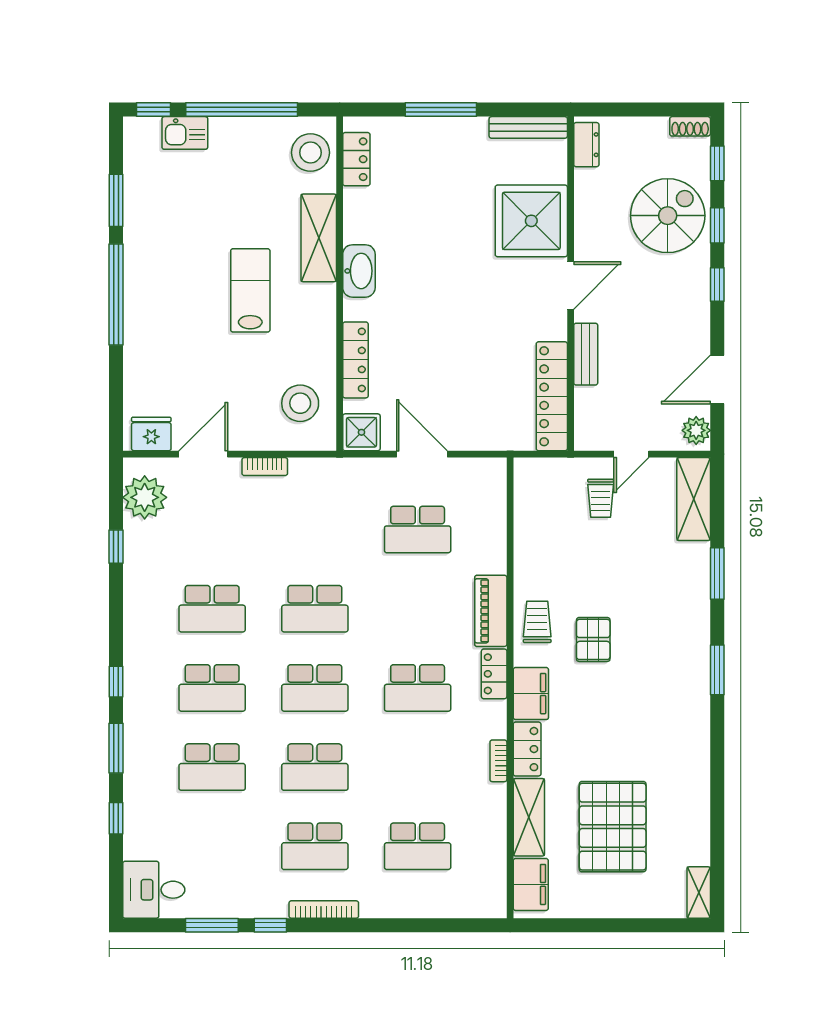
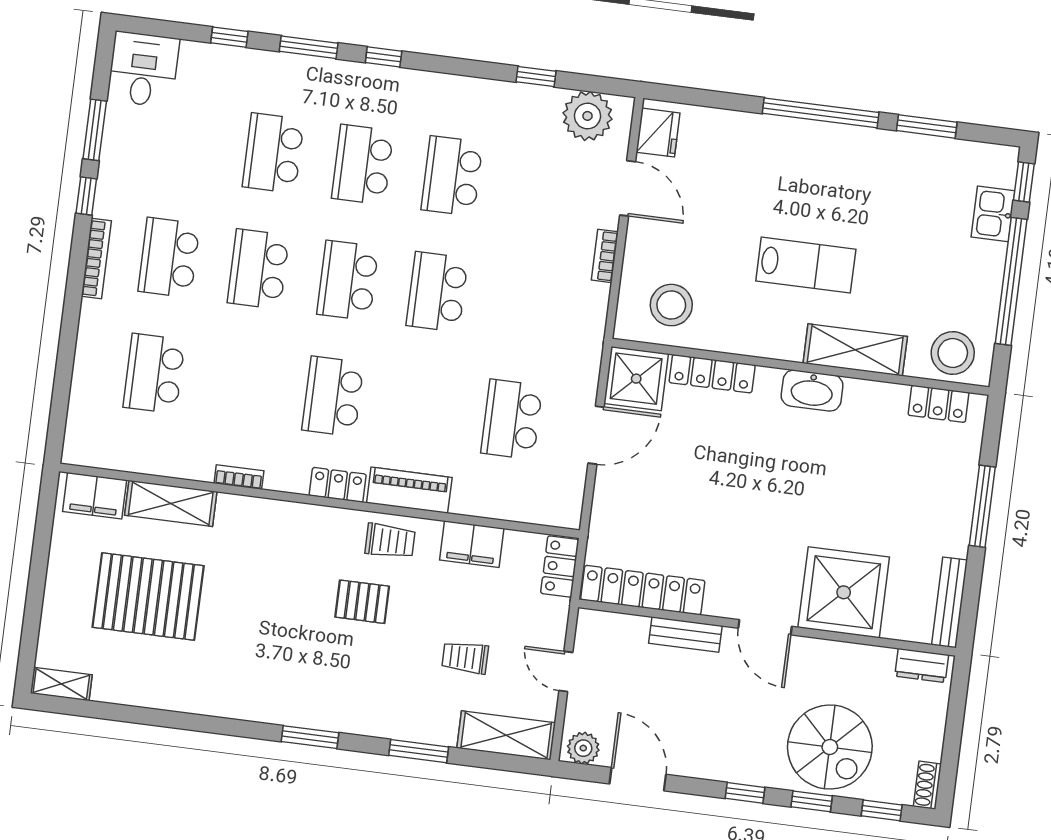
shower: (361, 432) -> (636, 379), width x1.36, depth x1.36
trolley: (601, 498) -> (465, 657), moved
filing cabinet: (531, 694) -> (472, 544), moved
locker: (527, 749) -> (560, 566), moved, turned 90

